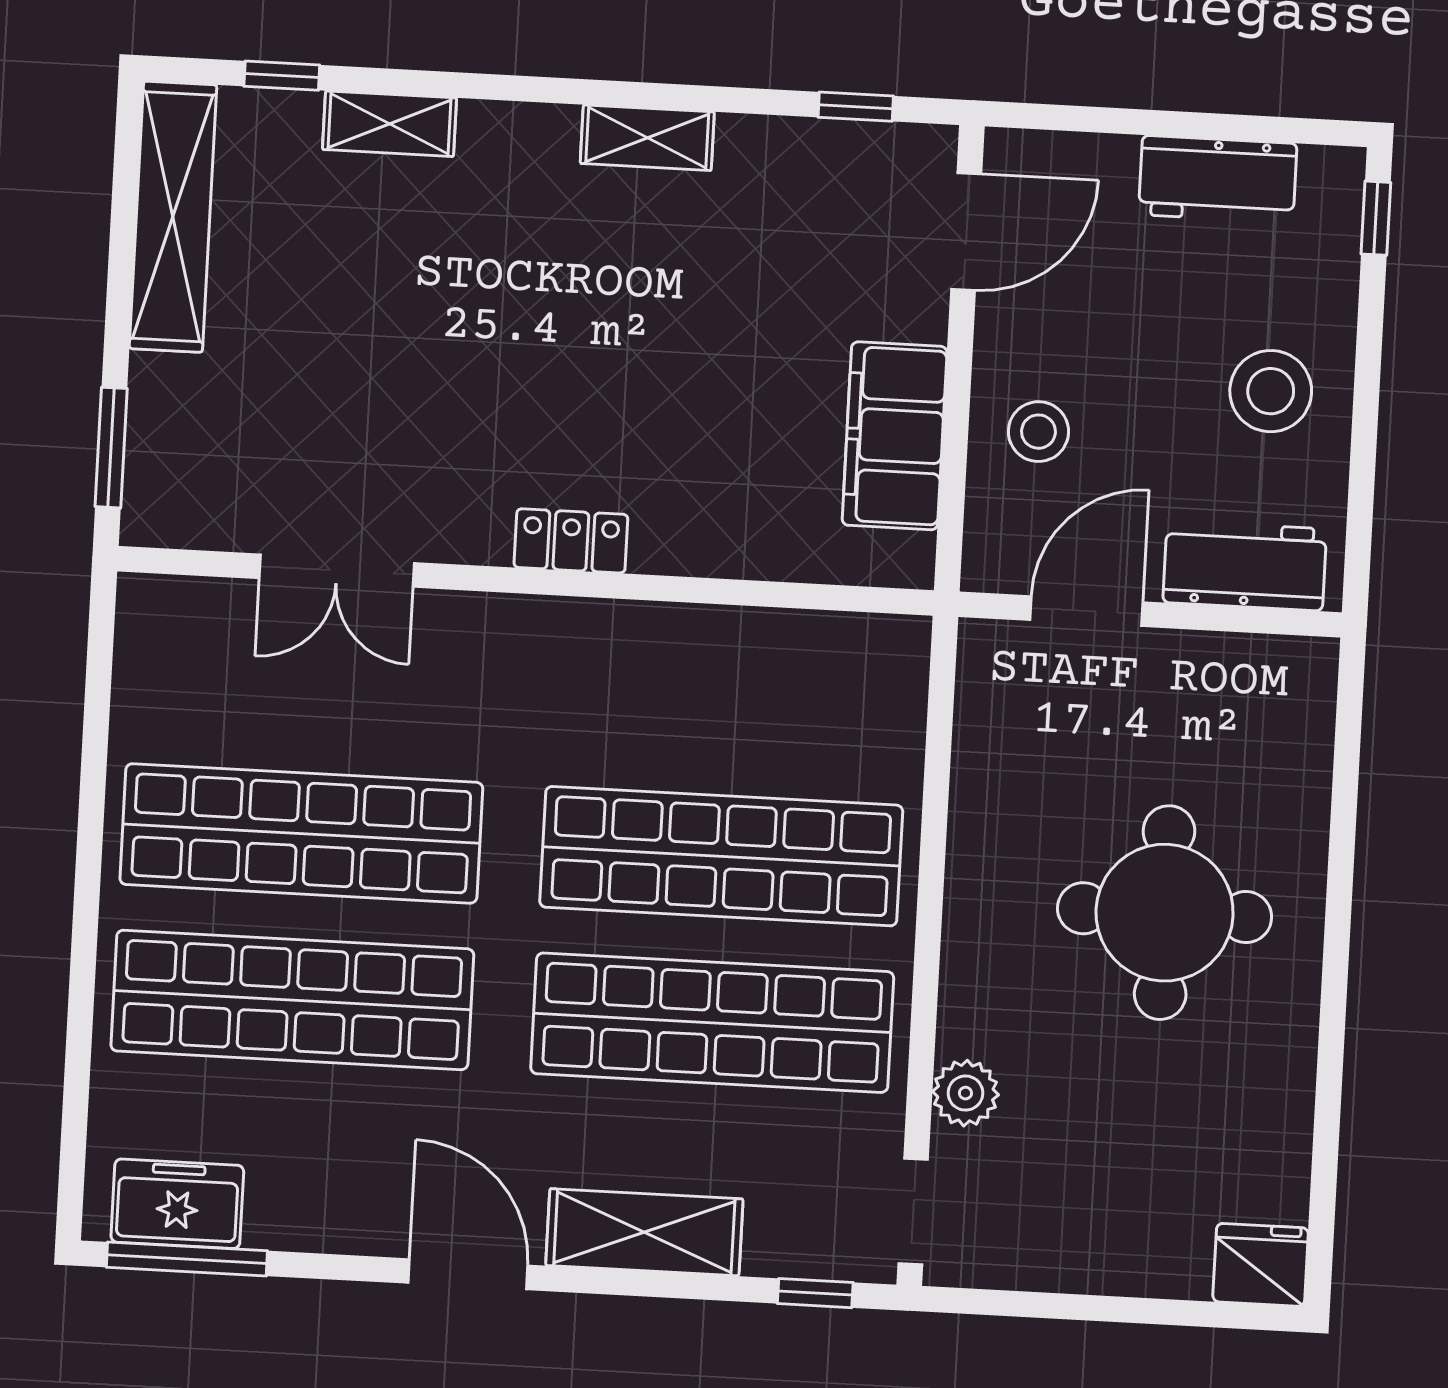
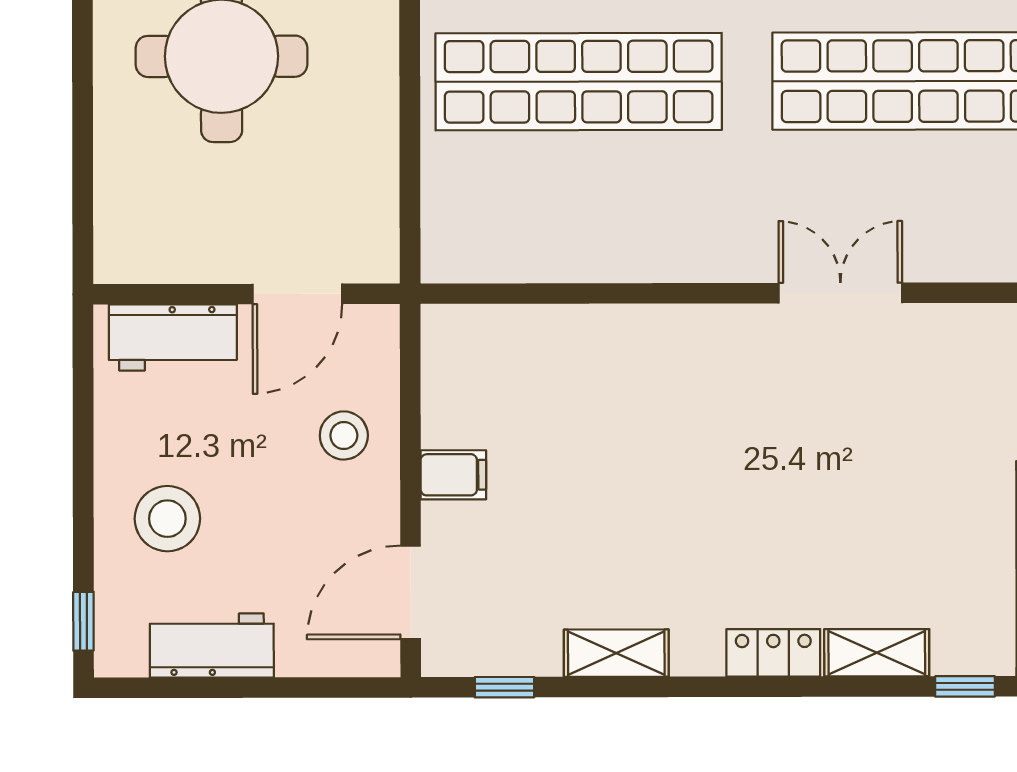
shelving: (647, 138) -> (616, 653), moved
stool: (1271, 391) -> (167, 519), moved
filing cabinet: (895, 436) -> (453, 475), width x0.33, depth x0.86
locker: (571, 541) -> (773, 653), moved, turned 180
double door: (337, 571) -> (840, 293), moved

